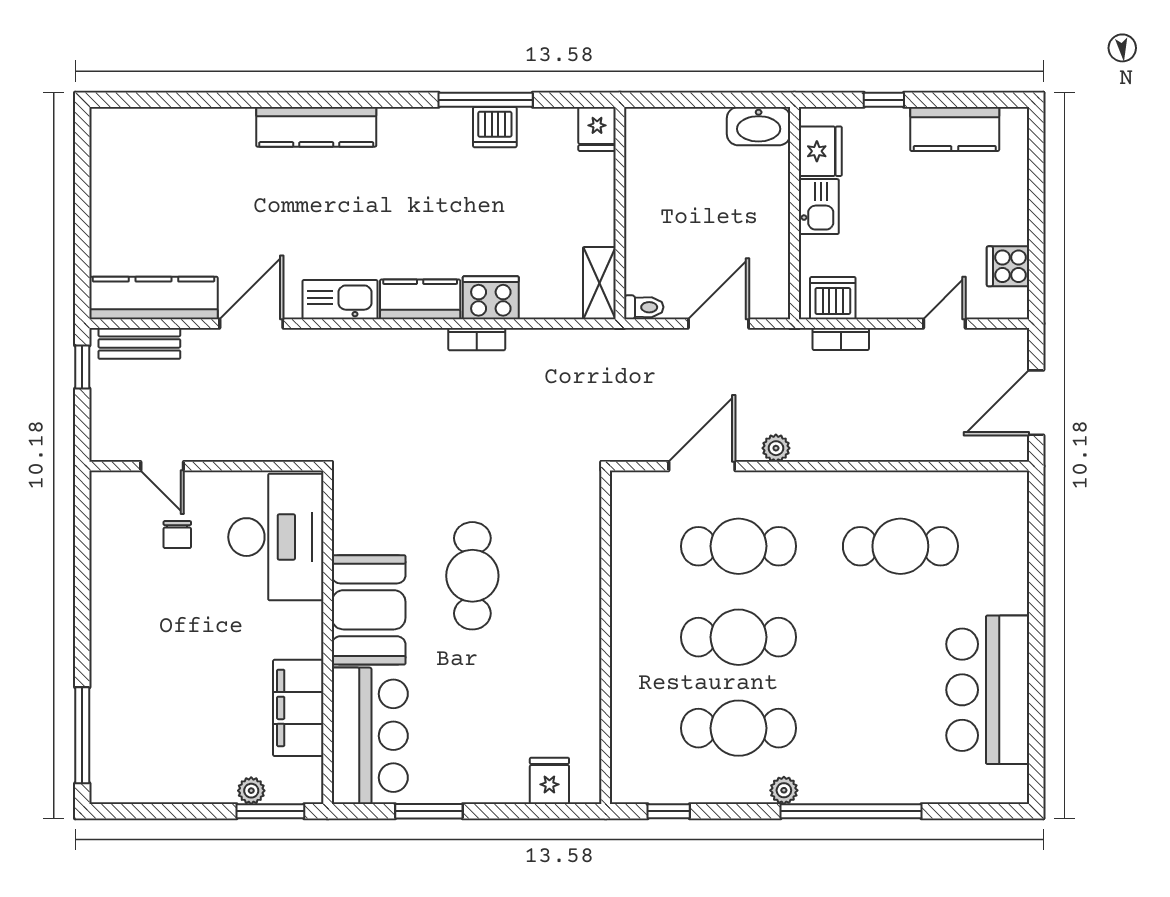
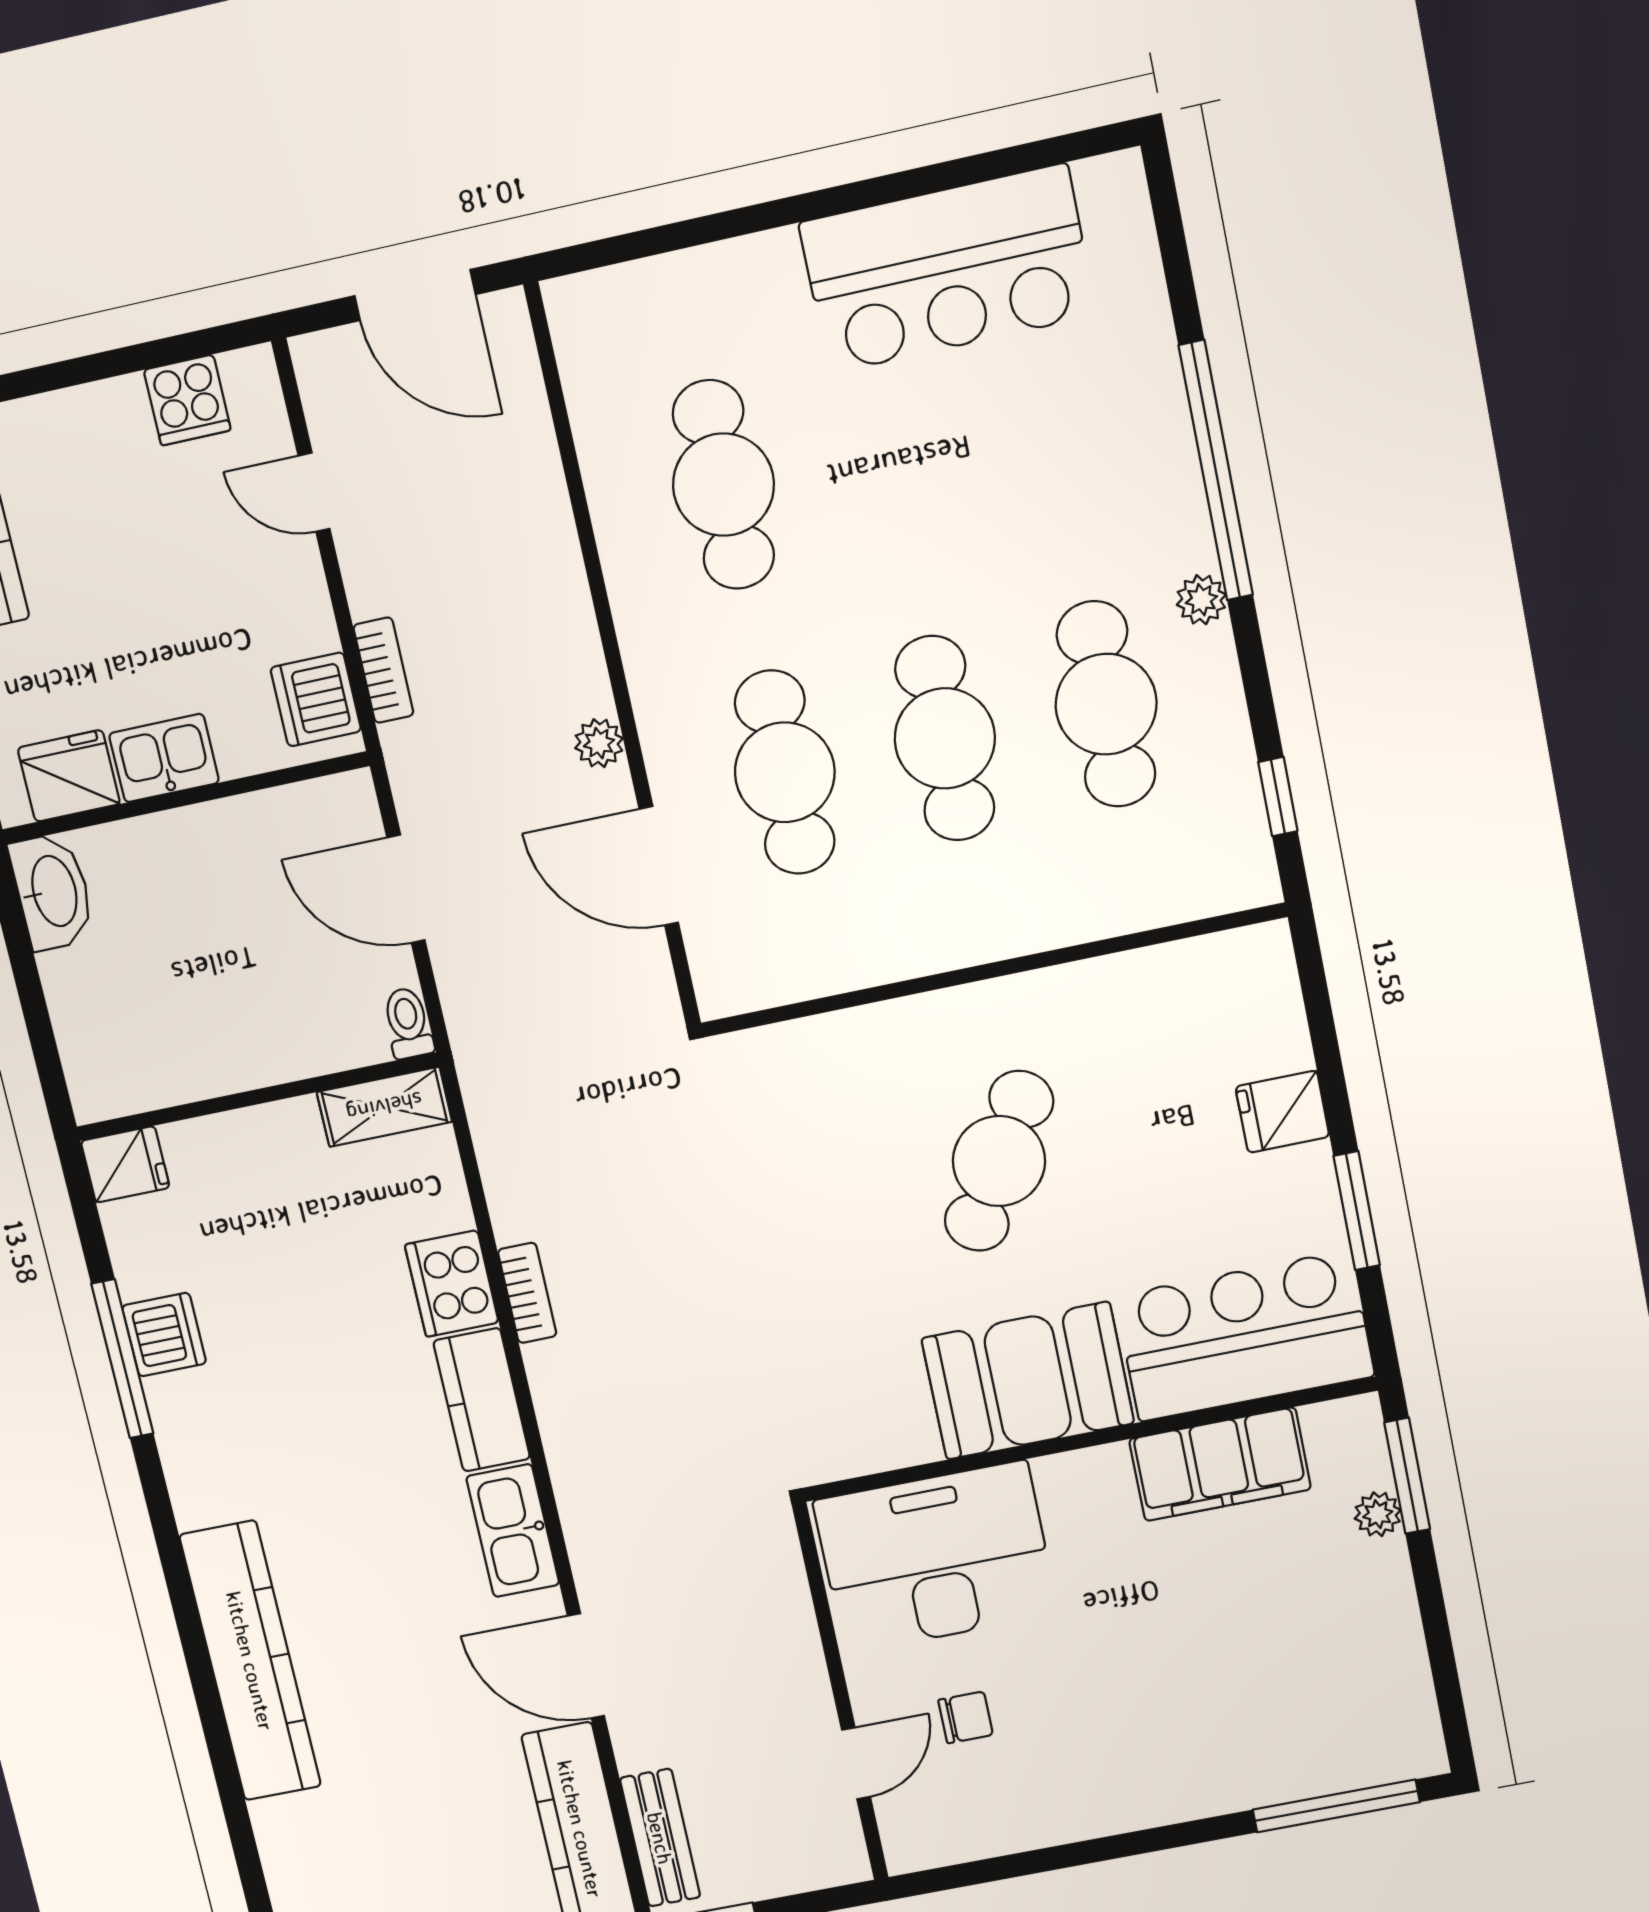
kitchen counter: (316, 127) -> (250, 1661), width x1.39, depth x1.17
cafe table: (472, 576) -> (999, 1161), moved, turned -59
fridge: (549, 781) -> (1282, 1112), moved

